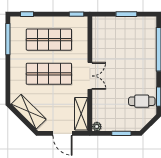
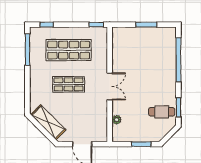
shop shelf: (49, 74) -> (69, 84), width x0.70, depth x0.74
shelving: (81, 114) -> (101, 124), removed
plant: (97, 127) -> (117, 120), moved

